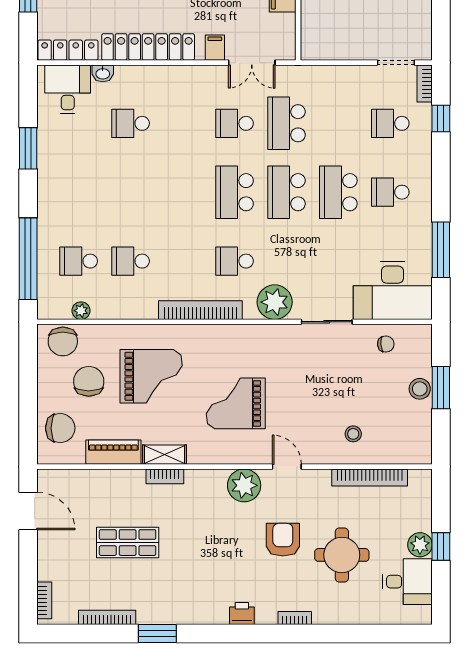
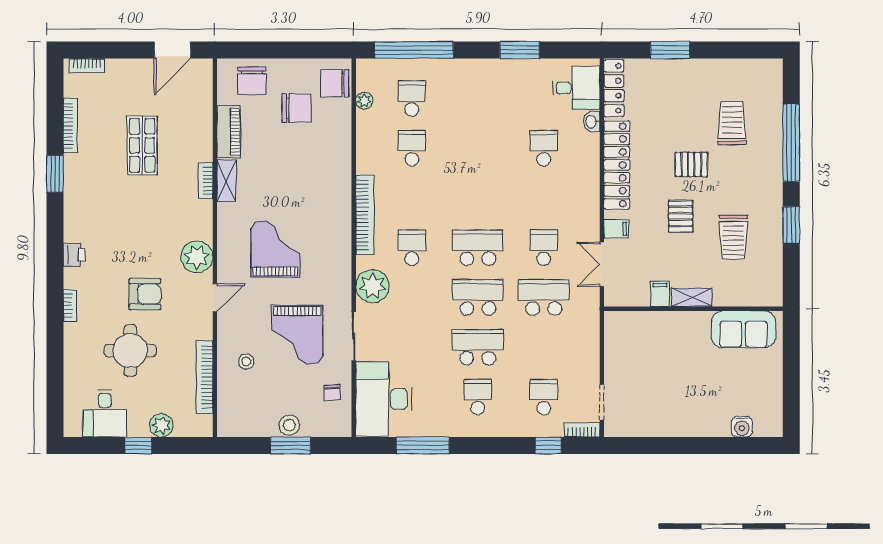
grand piano: (151, 376) -> (297, 335), moved
plant: (420, 545) -> (161, 425), moved

